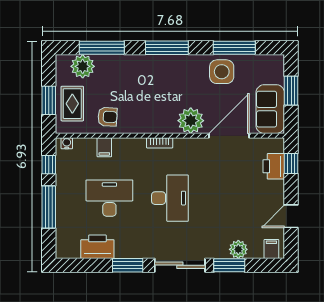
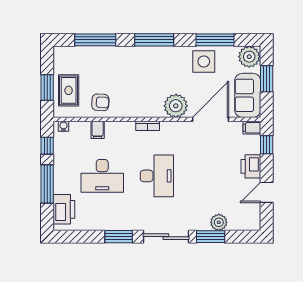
plant: (83, 66) -> (249, 57), moved
printer: (274, 166) -> (251, 166), moved
desk: (109, 198) -> (102, 176), turned 180
printer: (97, 247) -> (64, 209), moved, turned 90
filing cabinet: (271, 249) -> (252, 128), moved, turned -90

